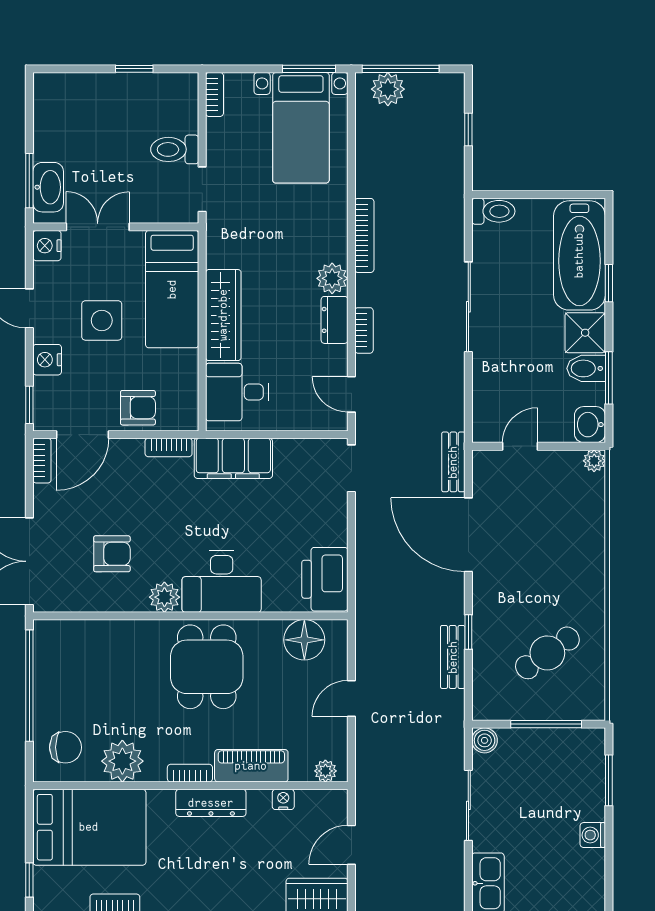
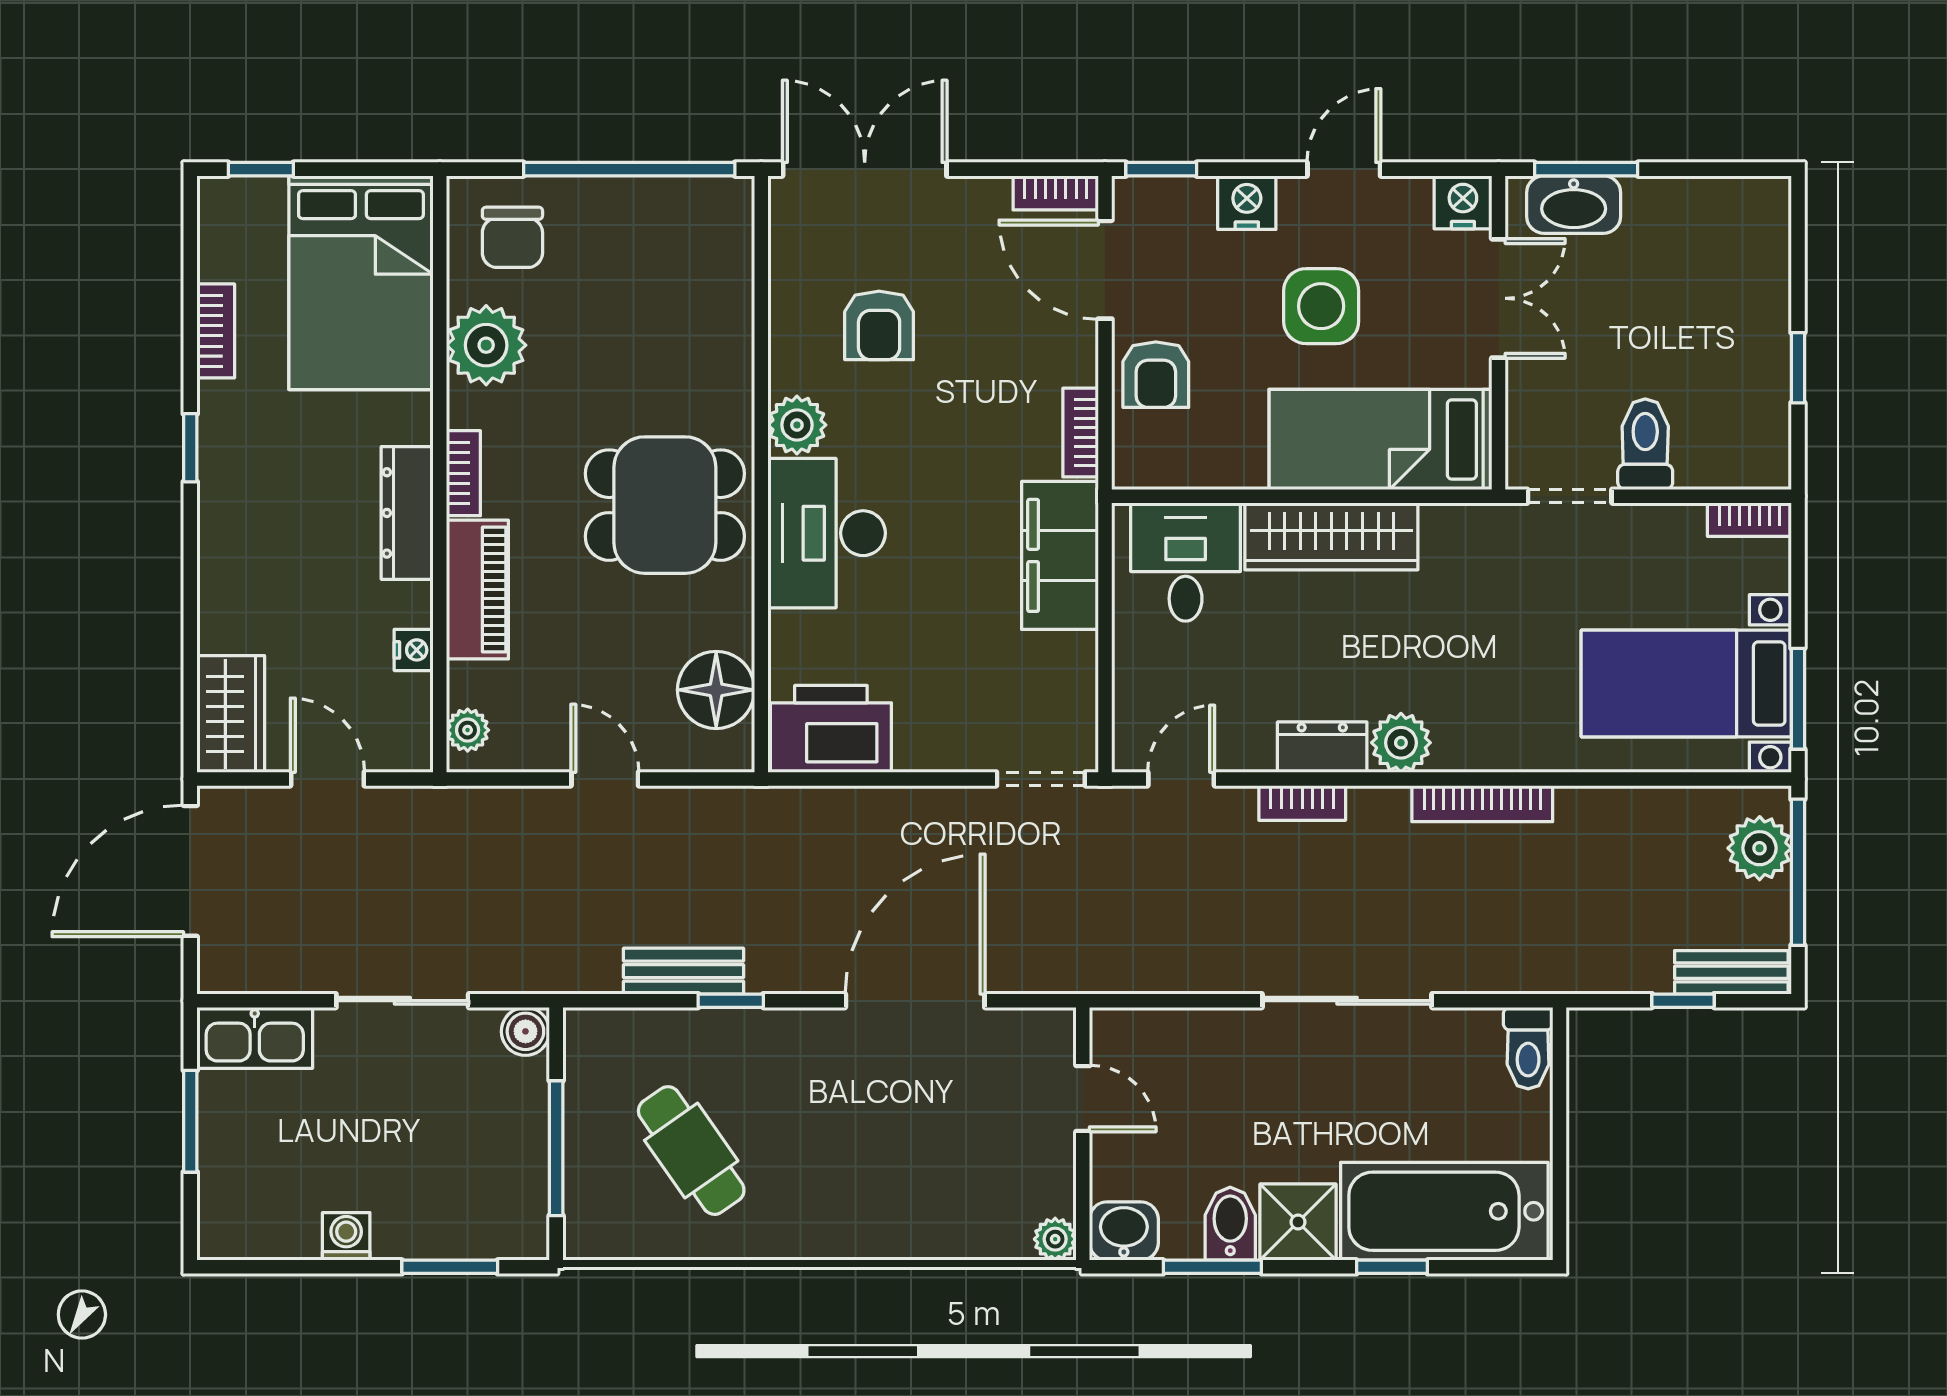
bench: (453, 462) -> (1731, 972), moved

